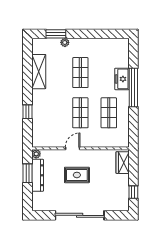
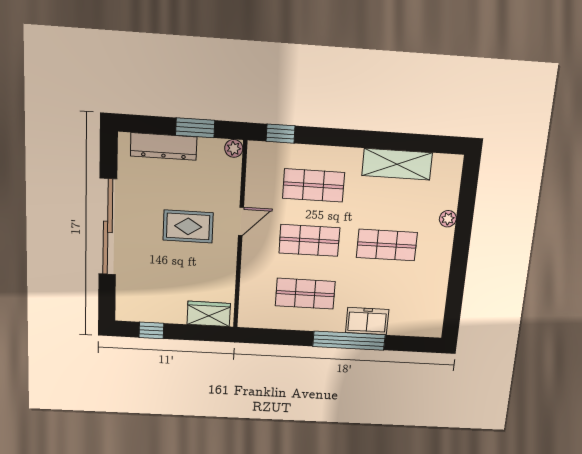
window: (56, 34) -> (467, 203), removed
window: (27, 112) -> (281, 134), moved
shop shelf: (52, 113) -> (314, 185), added
door: (73, 148) -> (241, 221), hinge flipped
dresser: (38, 175) -> (164, 146), moved
rug: (77, 175) -> (188, 226), turned 90

